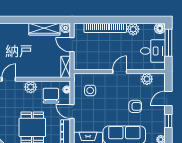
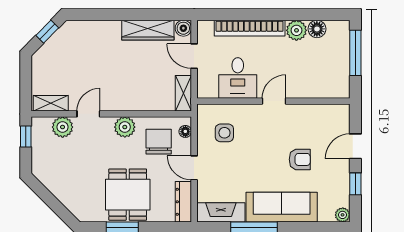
floor lamp: (160, 28) -> (317, 29), moved
desk: (153, 51) -> (238, 78), moved, turned 90
plant: (147, 79) -> (319, 114), removed

